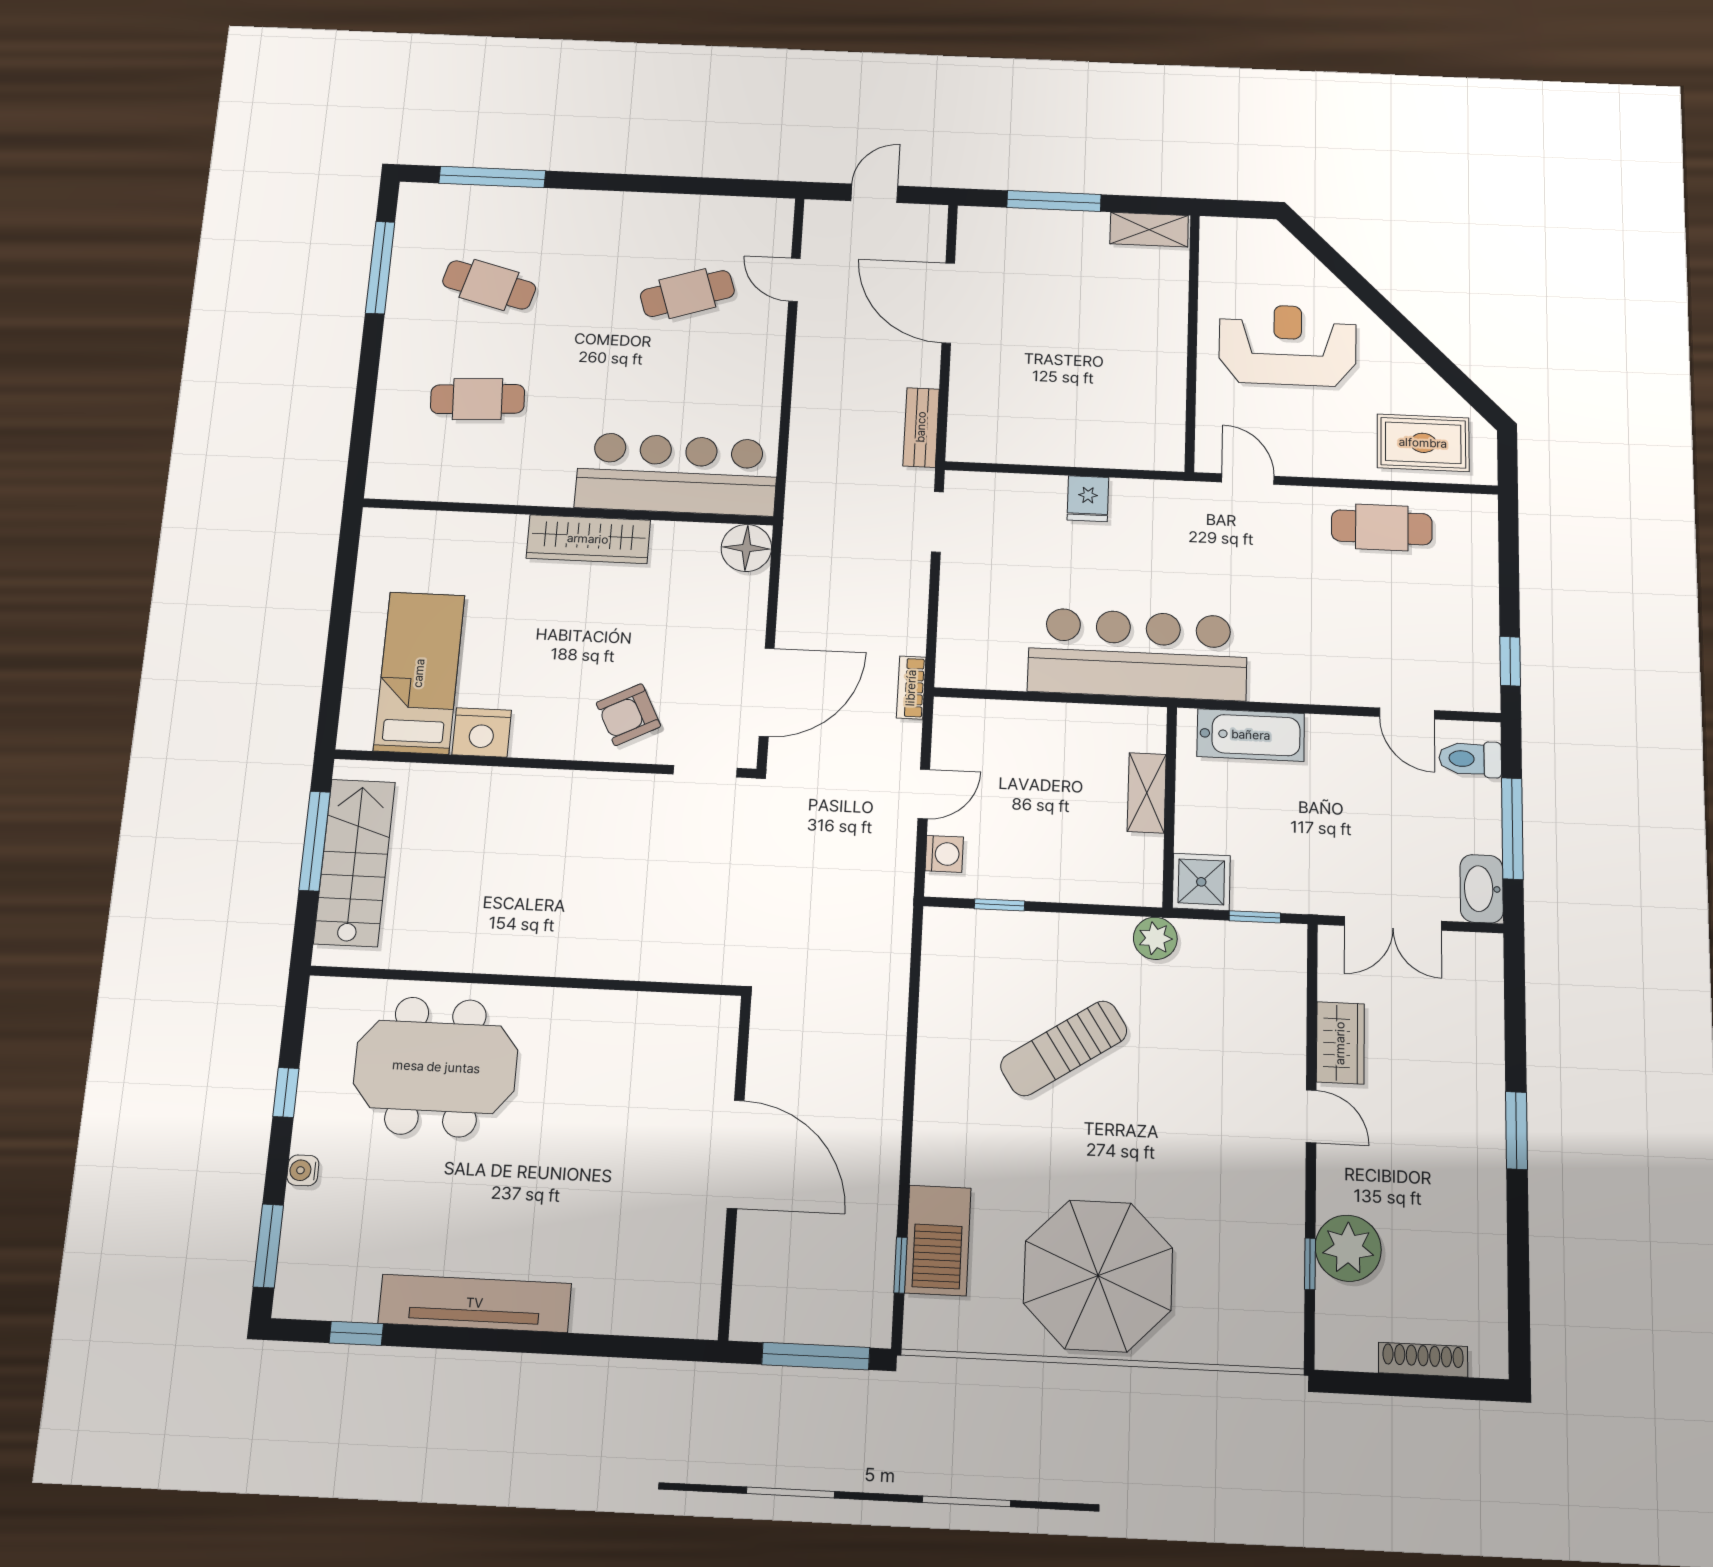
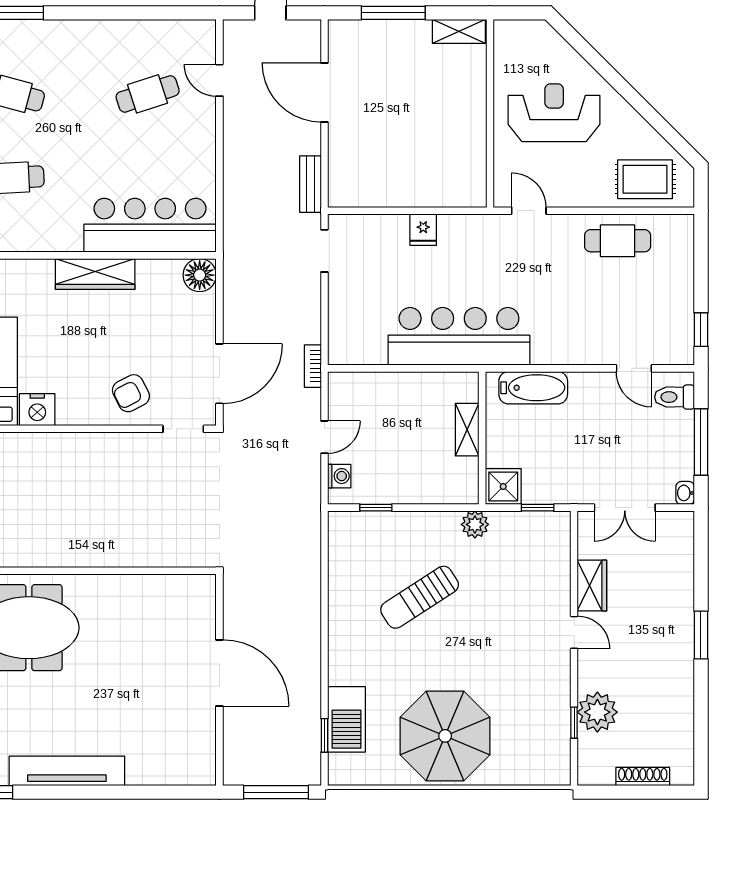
washbasin: (1482, 889) -> (685, 493), width x0.52, depth x0.69

